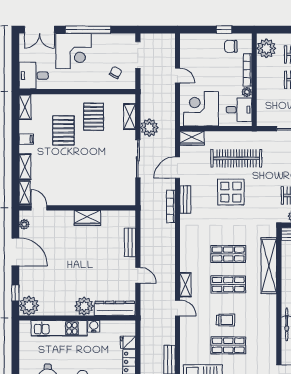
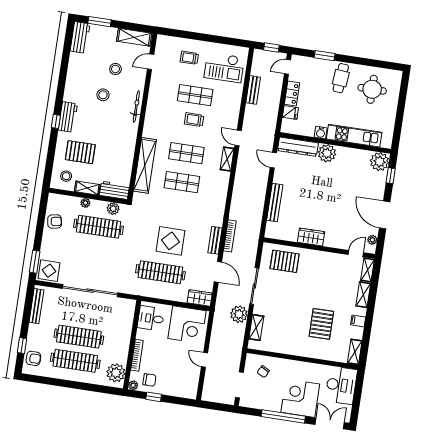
desk: (34, 76) -> (341, 385), width x1.37
plant: (247, 92) -> (133, 385), moved
pallet: (94, 117) -> (285, 261), moved, turned 90
door: (178, 168) -> (218, 272), hinge flipped
door: (39, 208) -> (356, 254), swing flipped
bench: (130, 242) -> (275, 202), width x1.36
door: (138, 275) -> (273, 160), moved

